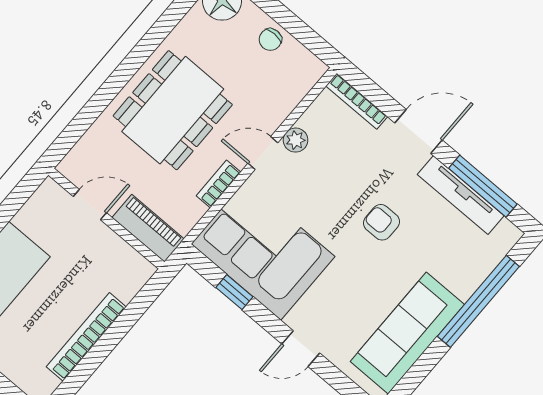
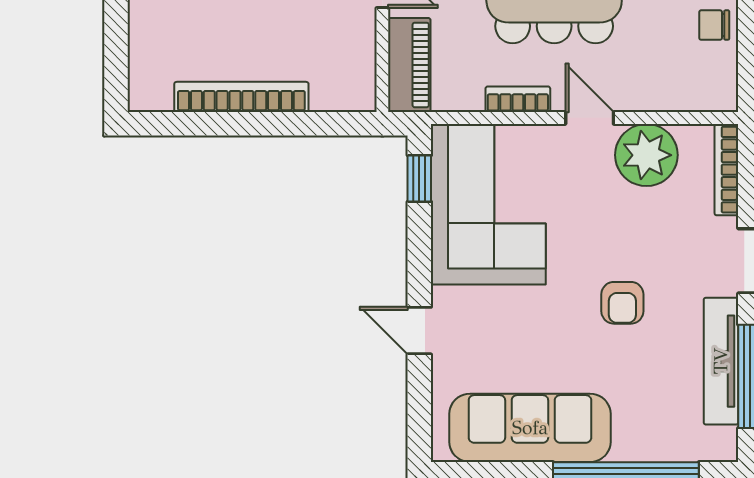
plant: (296, 140) -> (646, 155), width x1.87, depth x1.87
armchair: (382, 222) -> (622, 303), turned 180
window: (234, 292) -> (419, 178), moved

